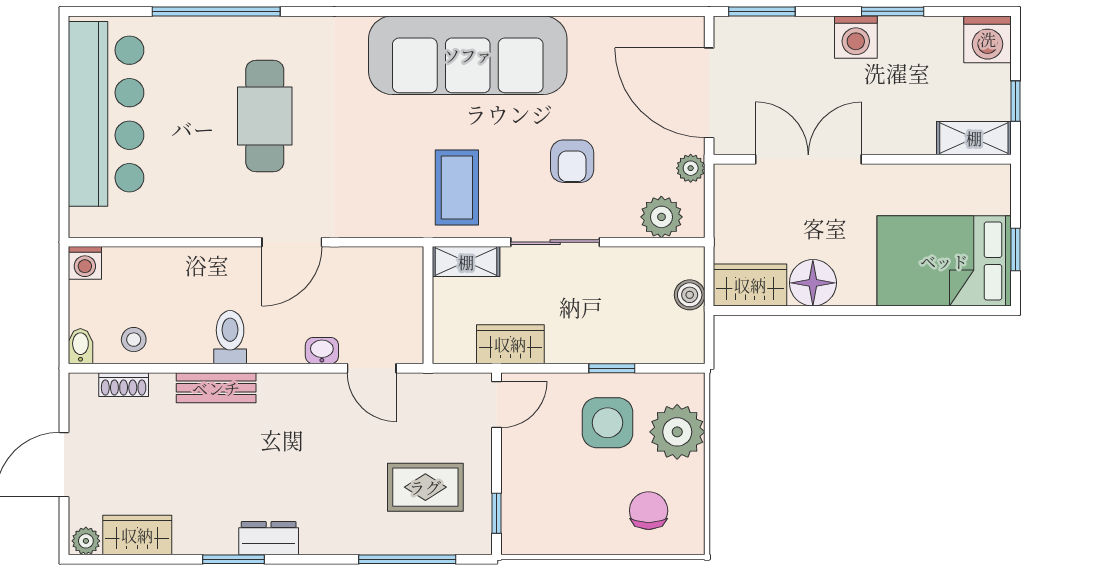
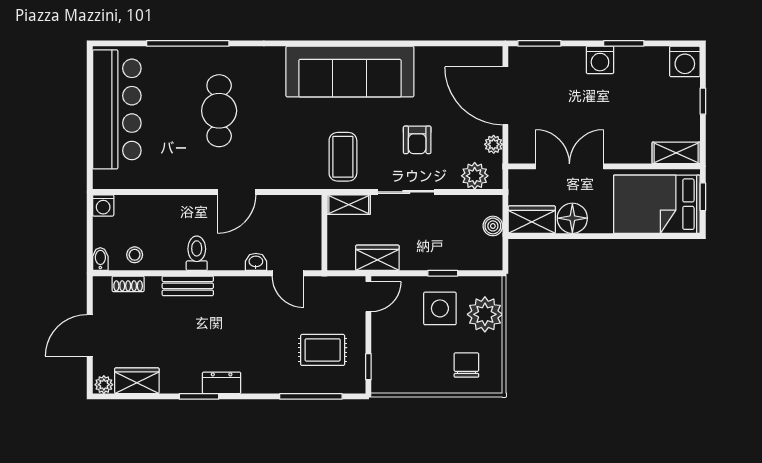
shelving: (974, 138) -> (676, 153), moved
double door: (808, 159) -> (569, 166), moved
wall: (862, 159) -> (604, 166), moved

